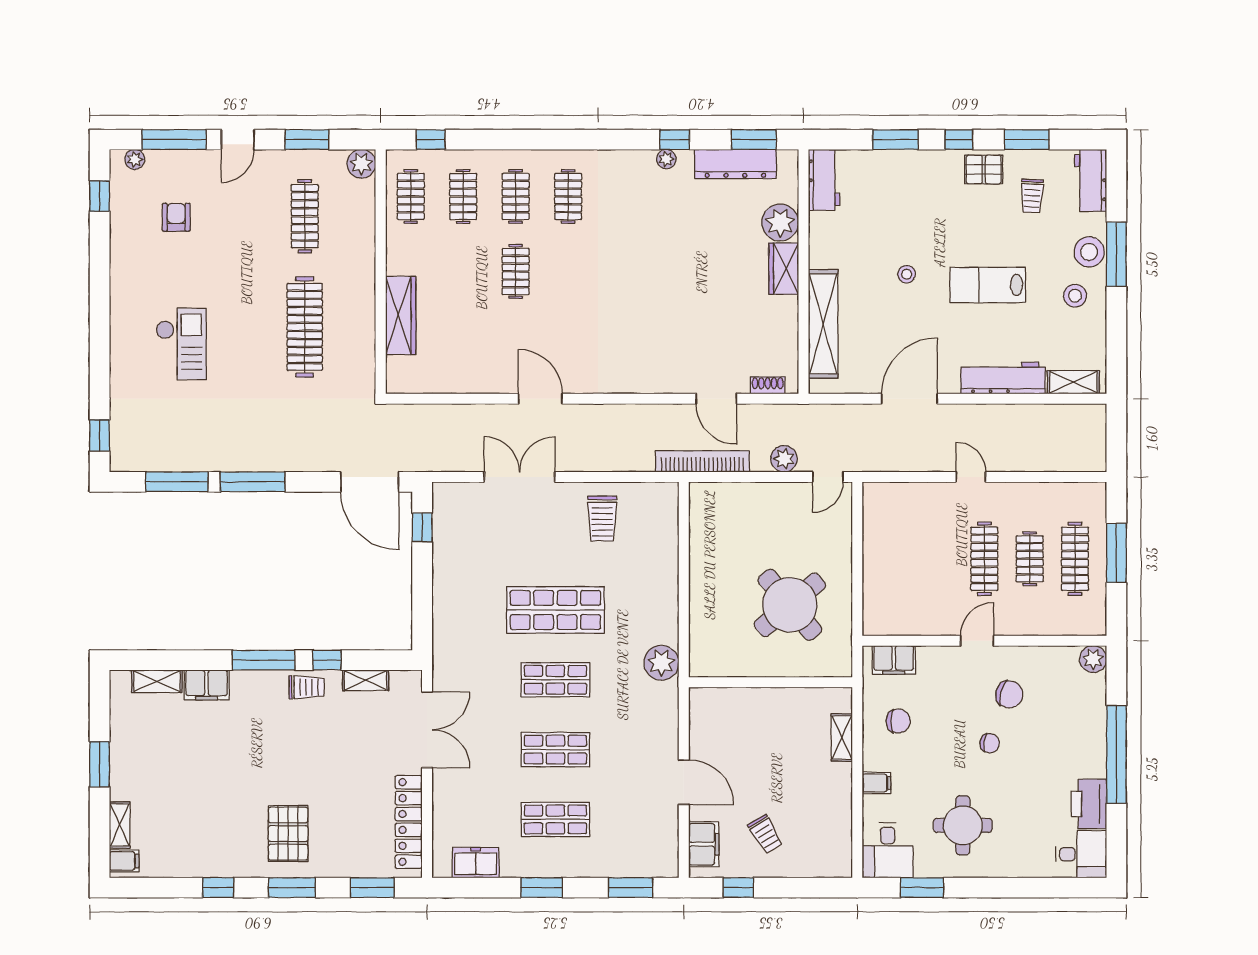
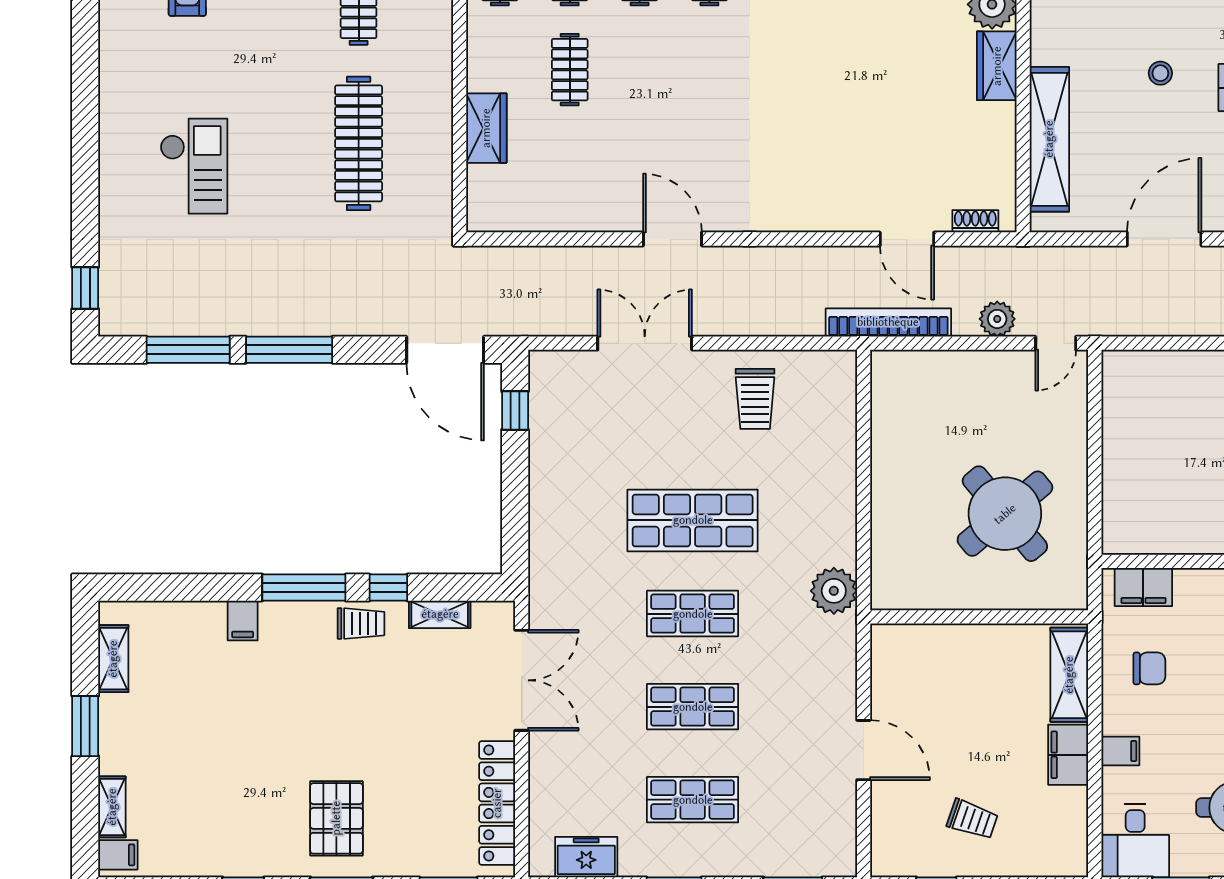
clothes rail: (516, 272) -> (570, 70), moved
wardrobe: (401, 315) -> (486, 128), width x0.67
shelving: (157, 681) -> (113, 659), moved, turned 90
filing cabinet: (206, 685) -> (243, 620), width x0.50
shelving: (842, 738) -> (1069, 675), width x1.50, depth x1.33
trolley: (765, 834) -> (972, 819), turned -40
filing cabinet: (704, 844) -> (1068, 755), moved, turned 180

